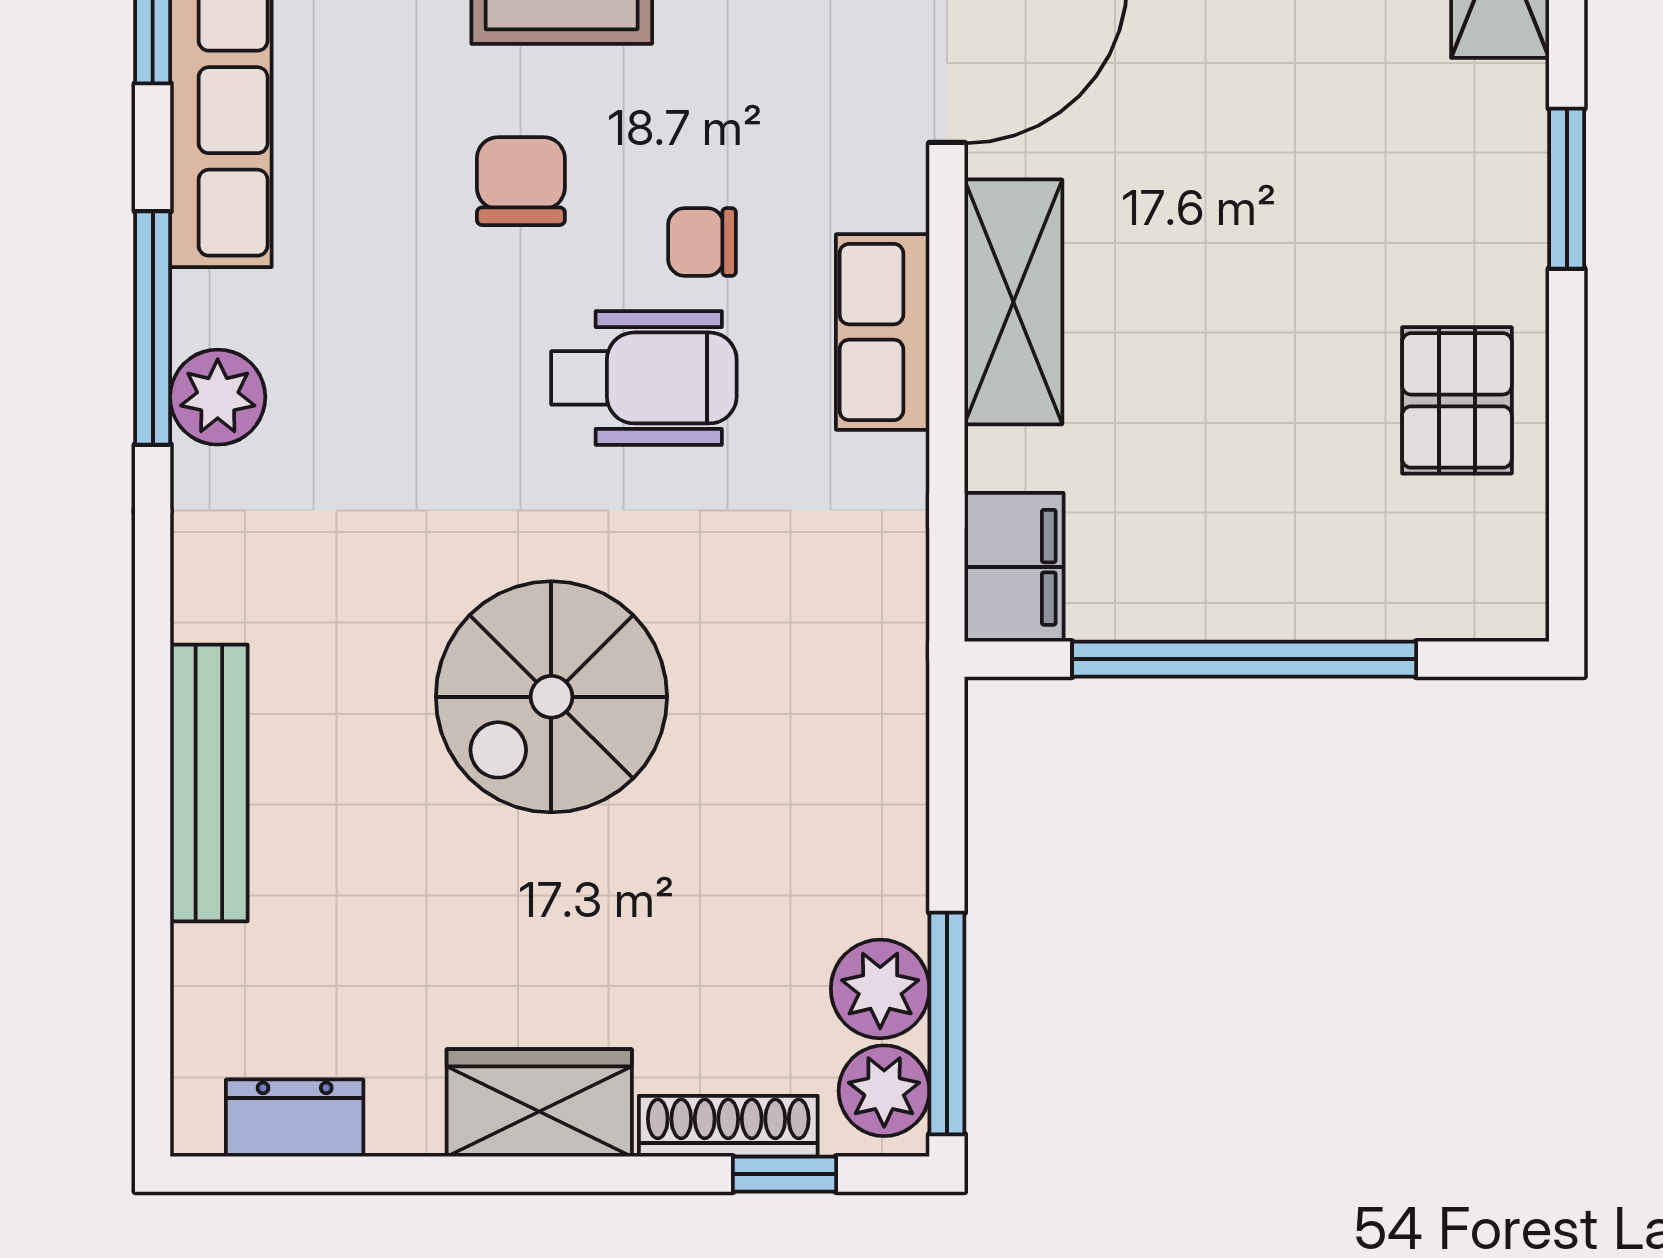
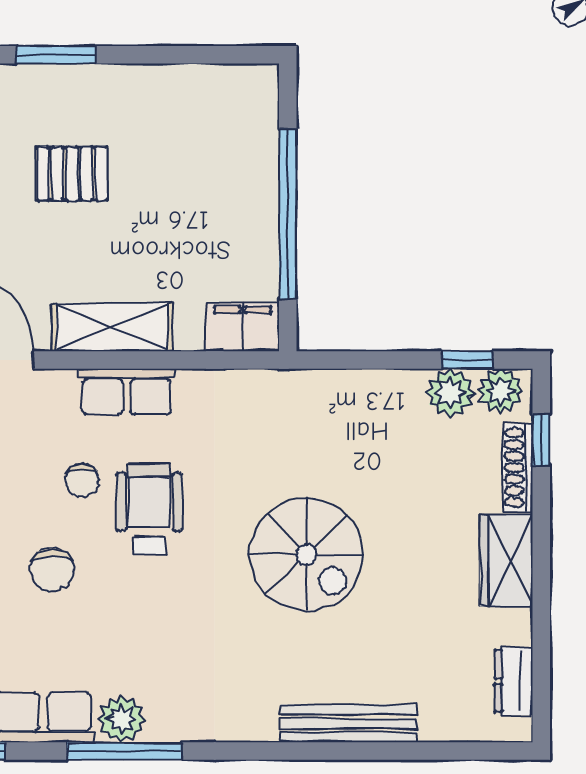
chair: (521, 181) -> (52, 570), turned -90
plant: (218, 397) -> (122, 719), moved
pallet: (1457, 400) -> (72, 174), moved
window: (947, 1023) -> (467, 360), width x0.46

